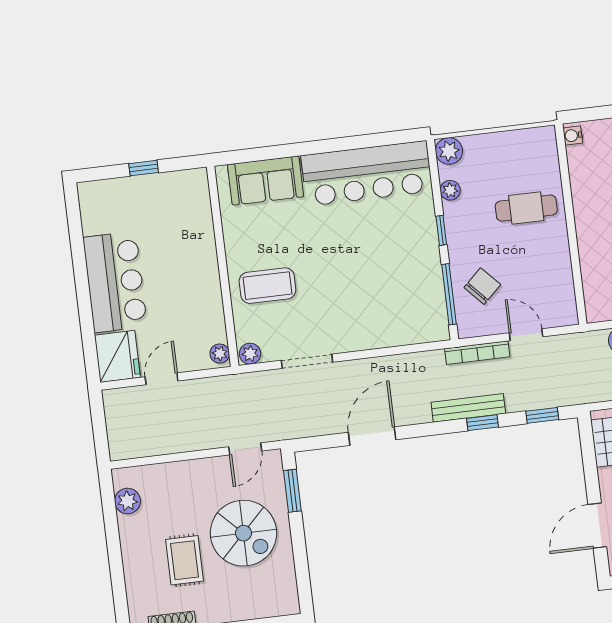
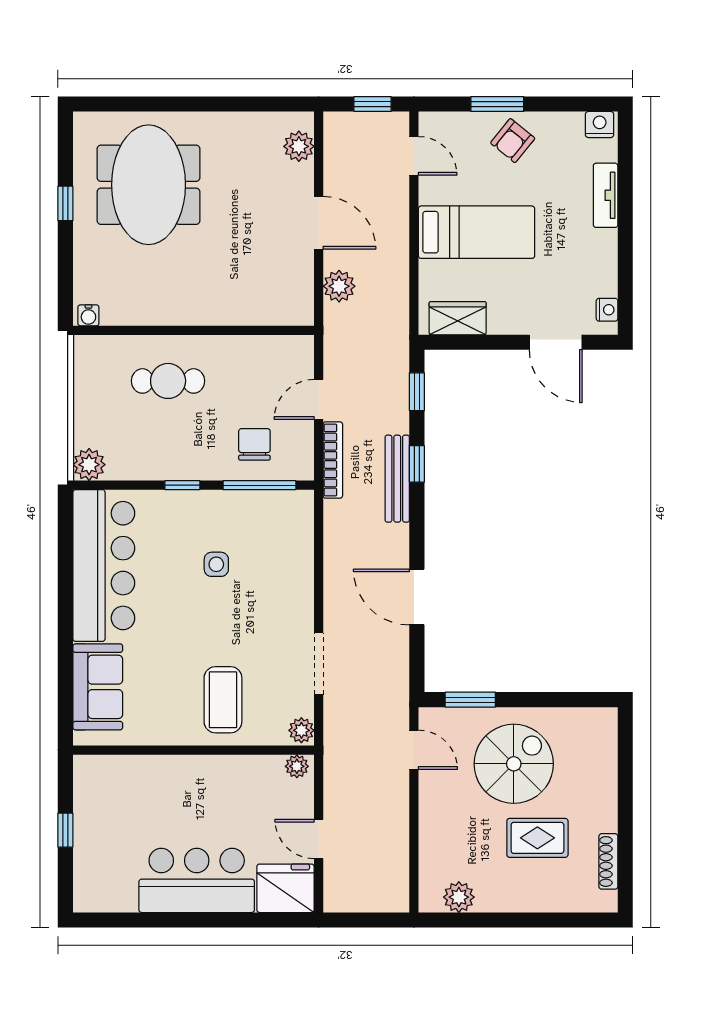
plant: (450, 190) -> (136, 469), removed
cafe table: (526, 208) -> (168, 381), turned 90
side table: (379, 266) -> (216, 564), added
chair: (482, 286) -> (254, 444), turned 43

